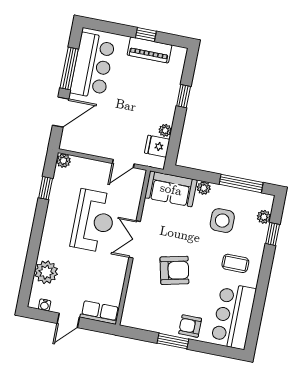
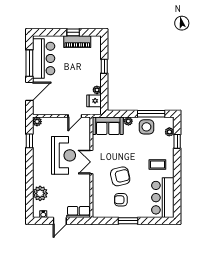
side table: (222, 221) -> (146, 127), moved
armchair: (190, 326) -> (121, 200), moved

